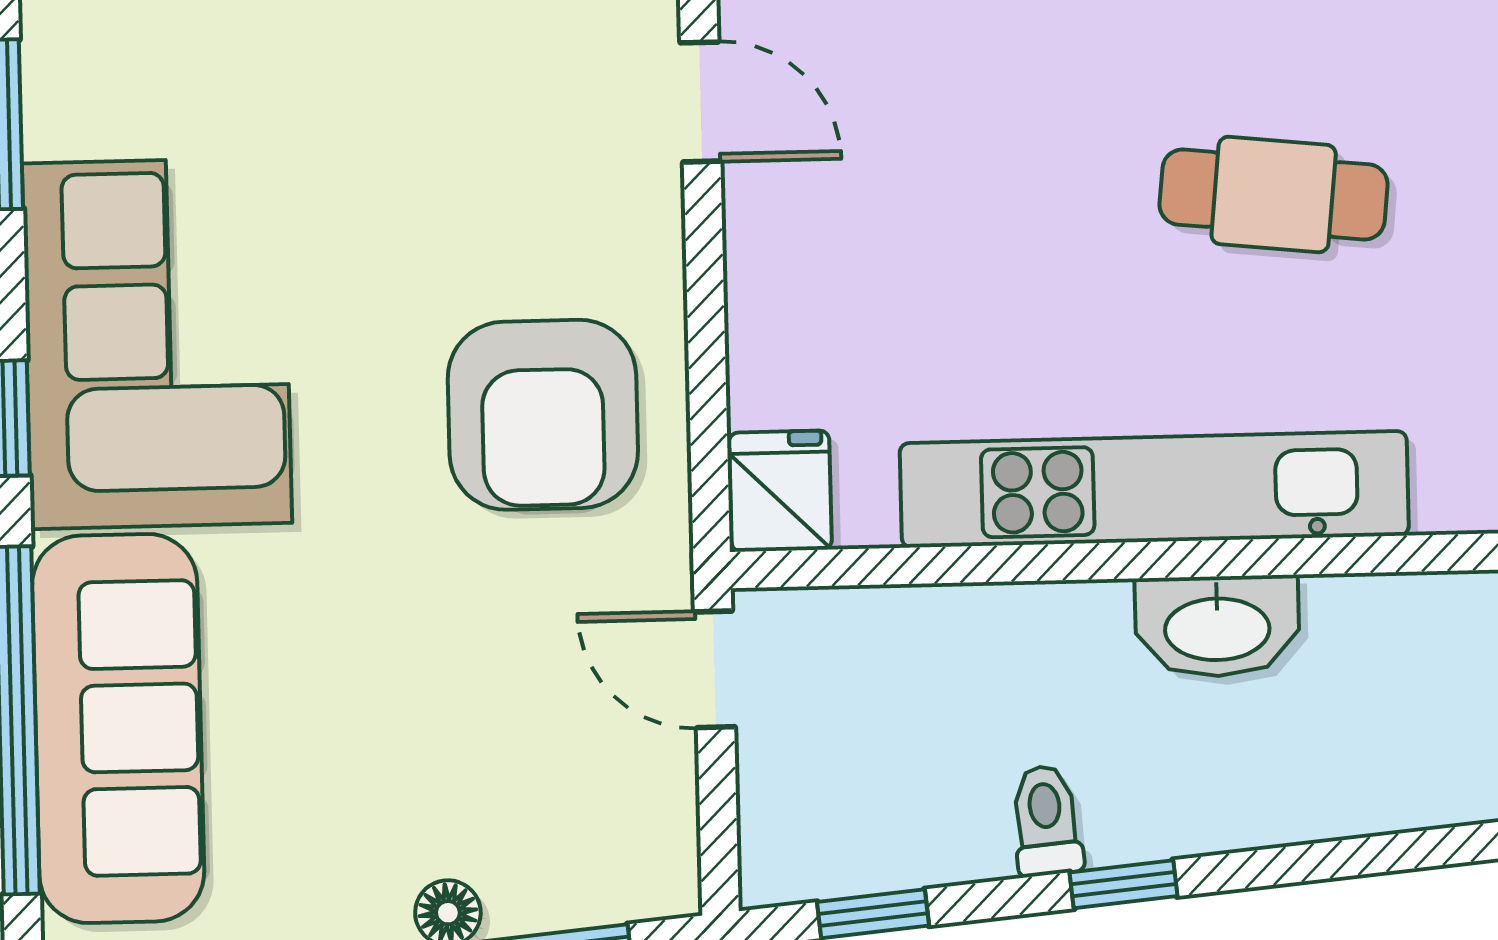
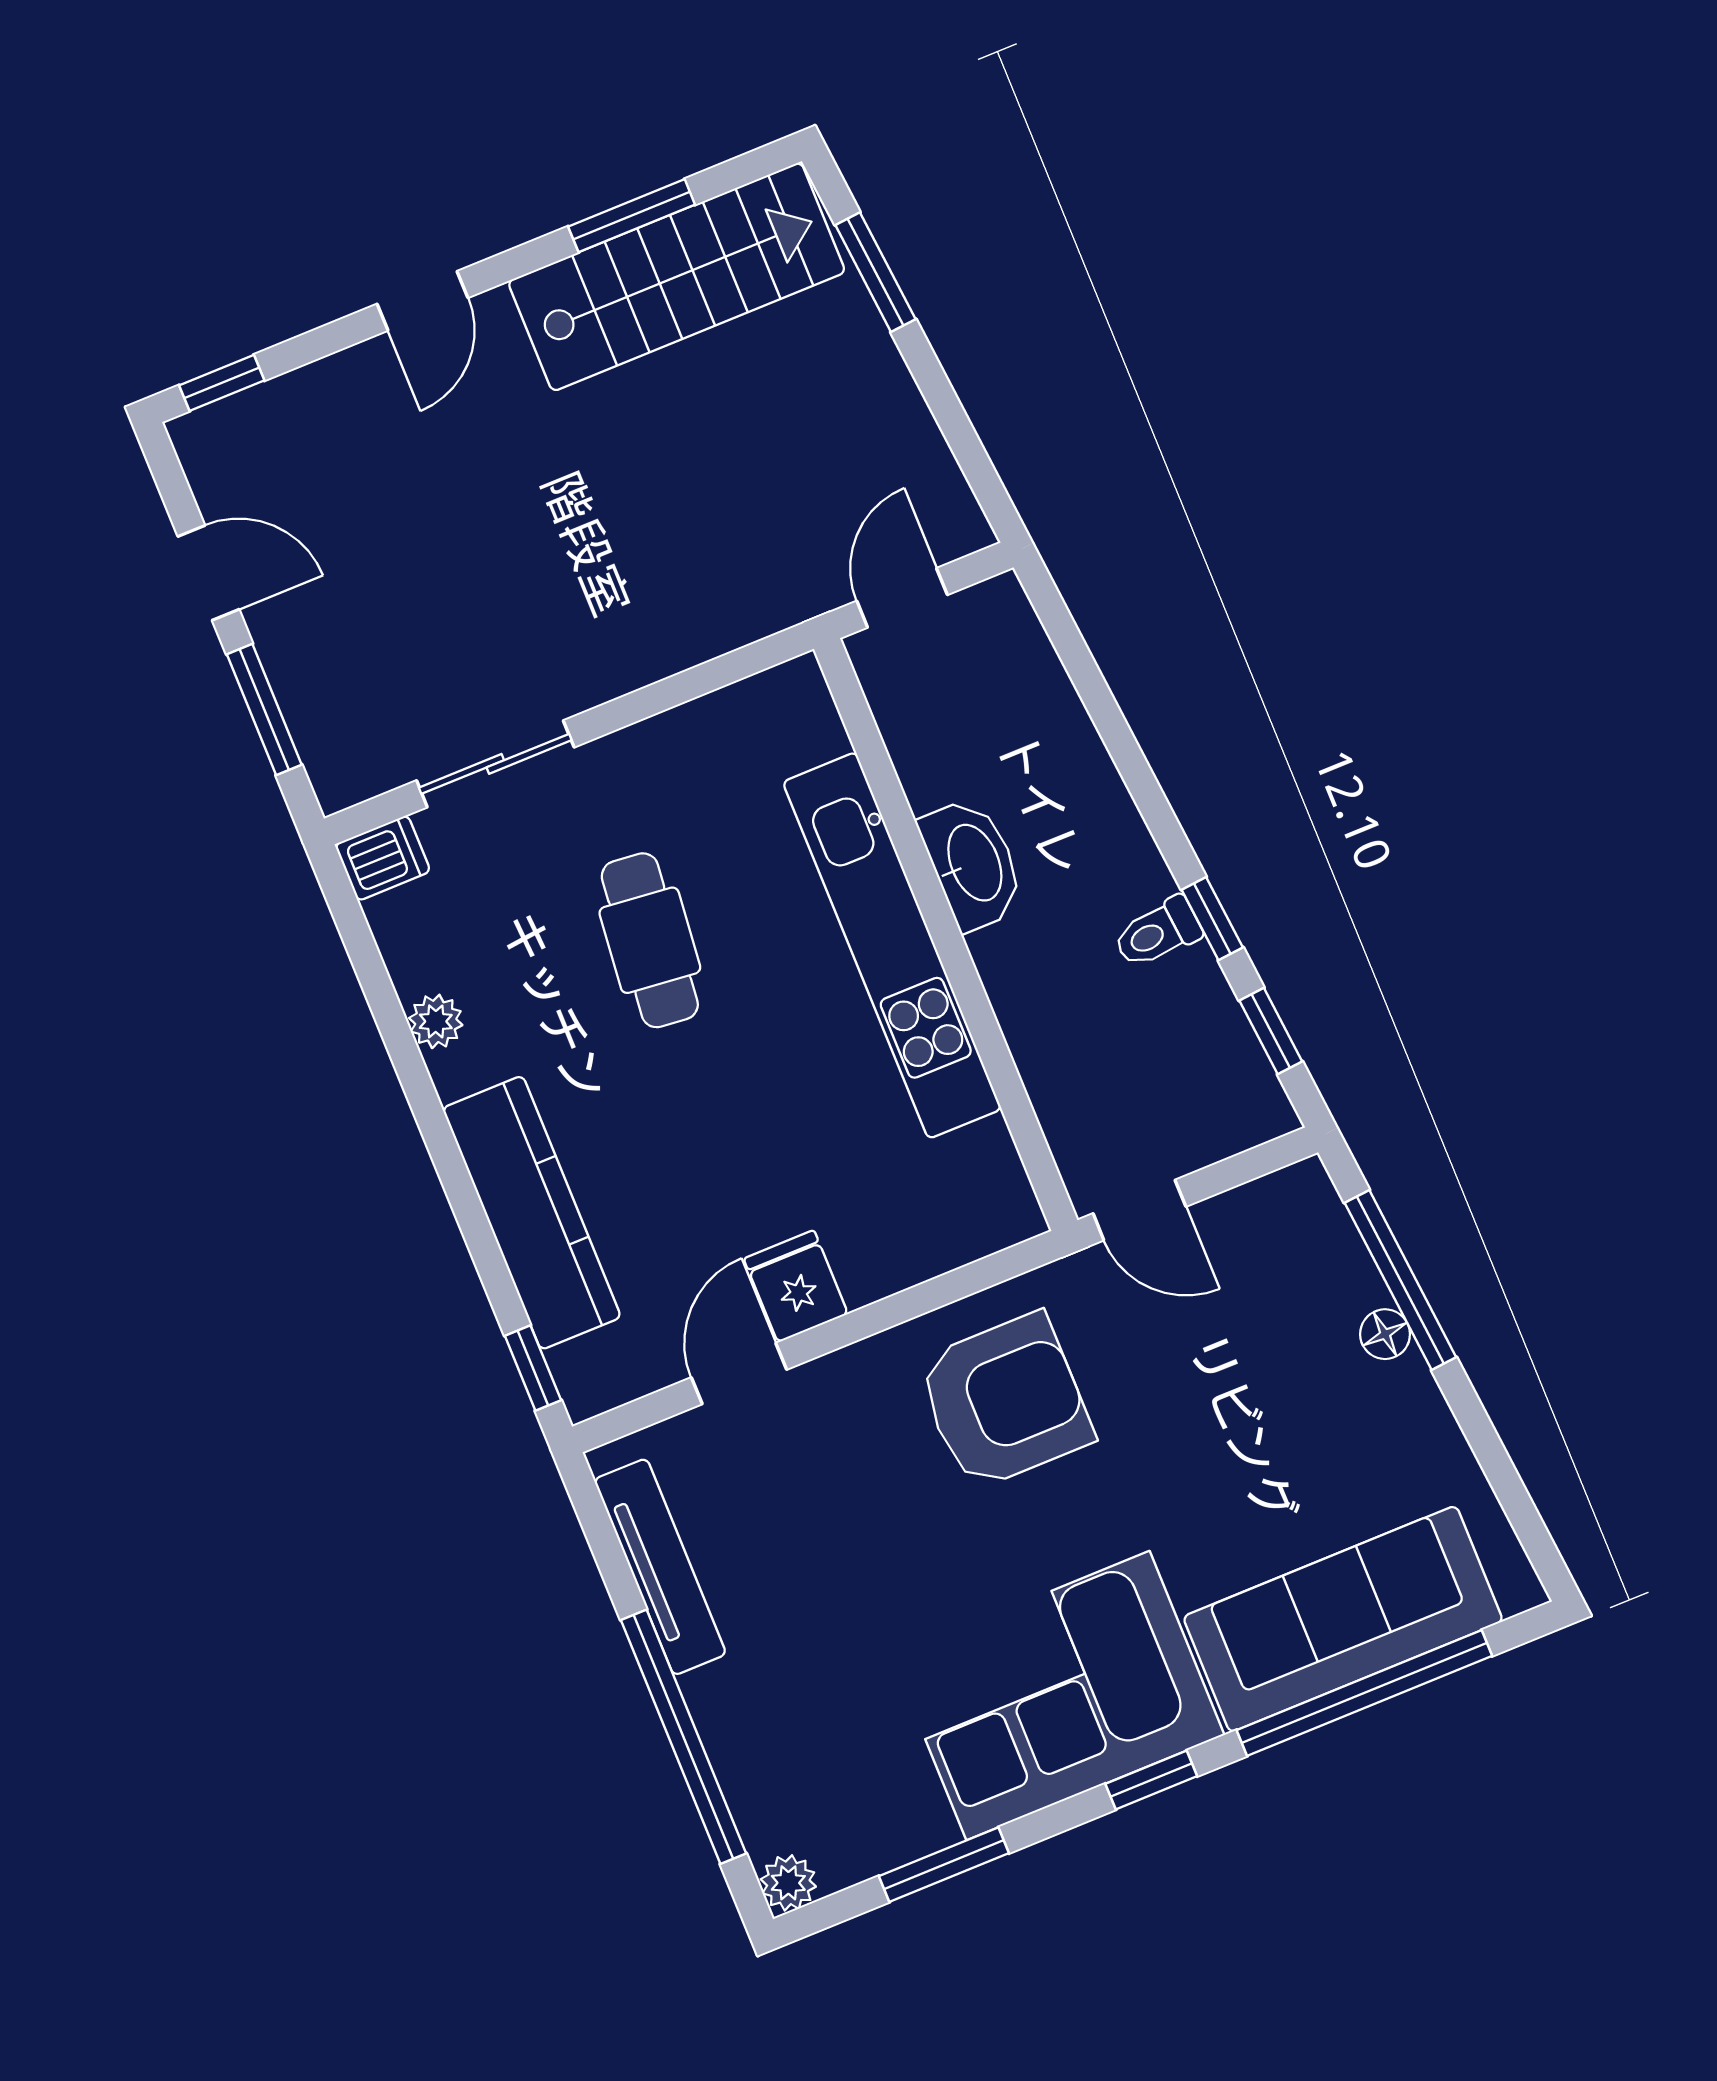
fridge: (780, 491) -> (796, 1286), moved, turned 90
door: (715, 669) -> (1139, 1210), hinge flipped
window: (1124, 884) -> (1212, 919), moved

